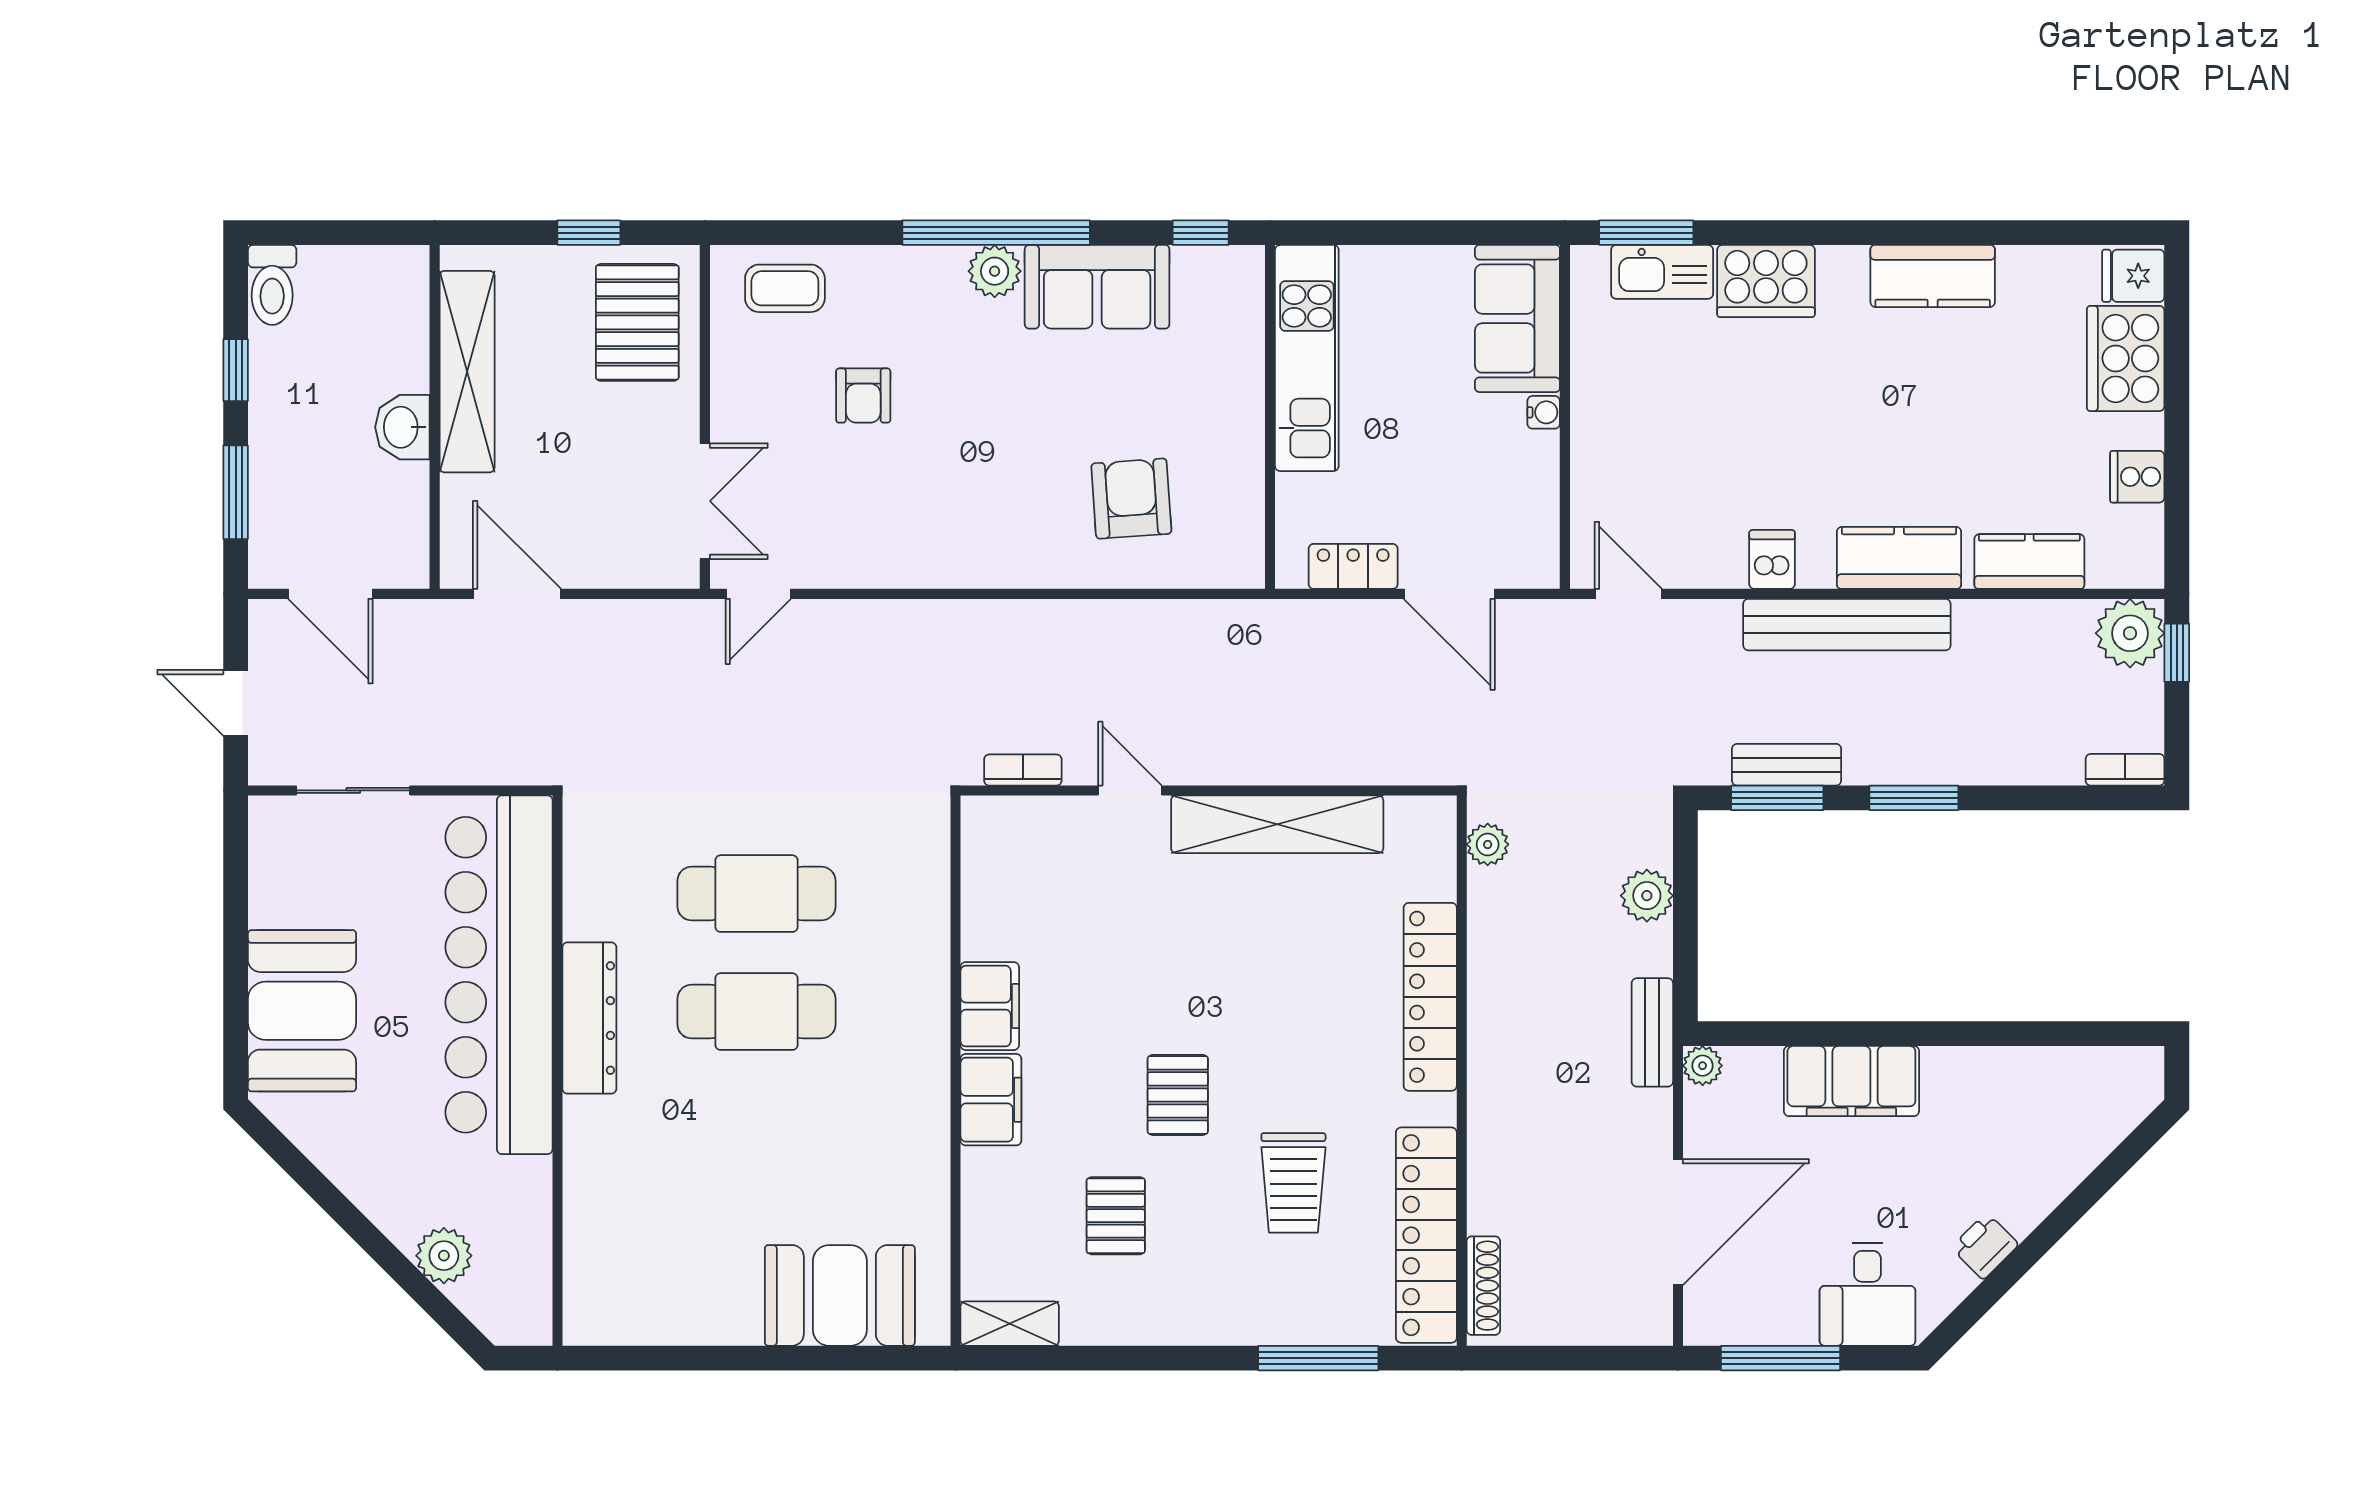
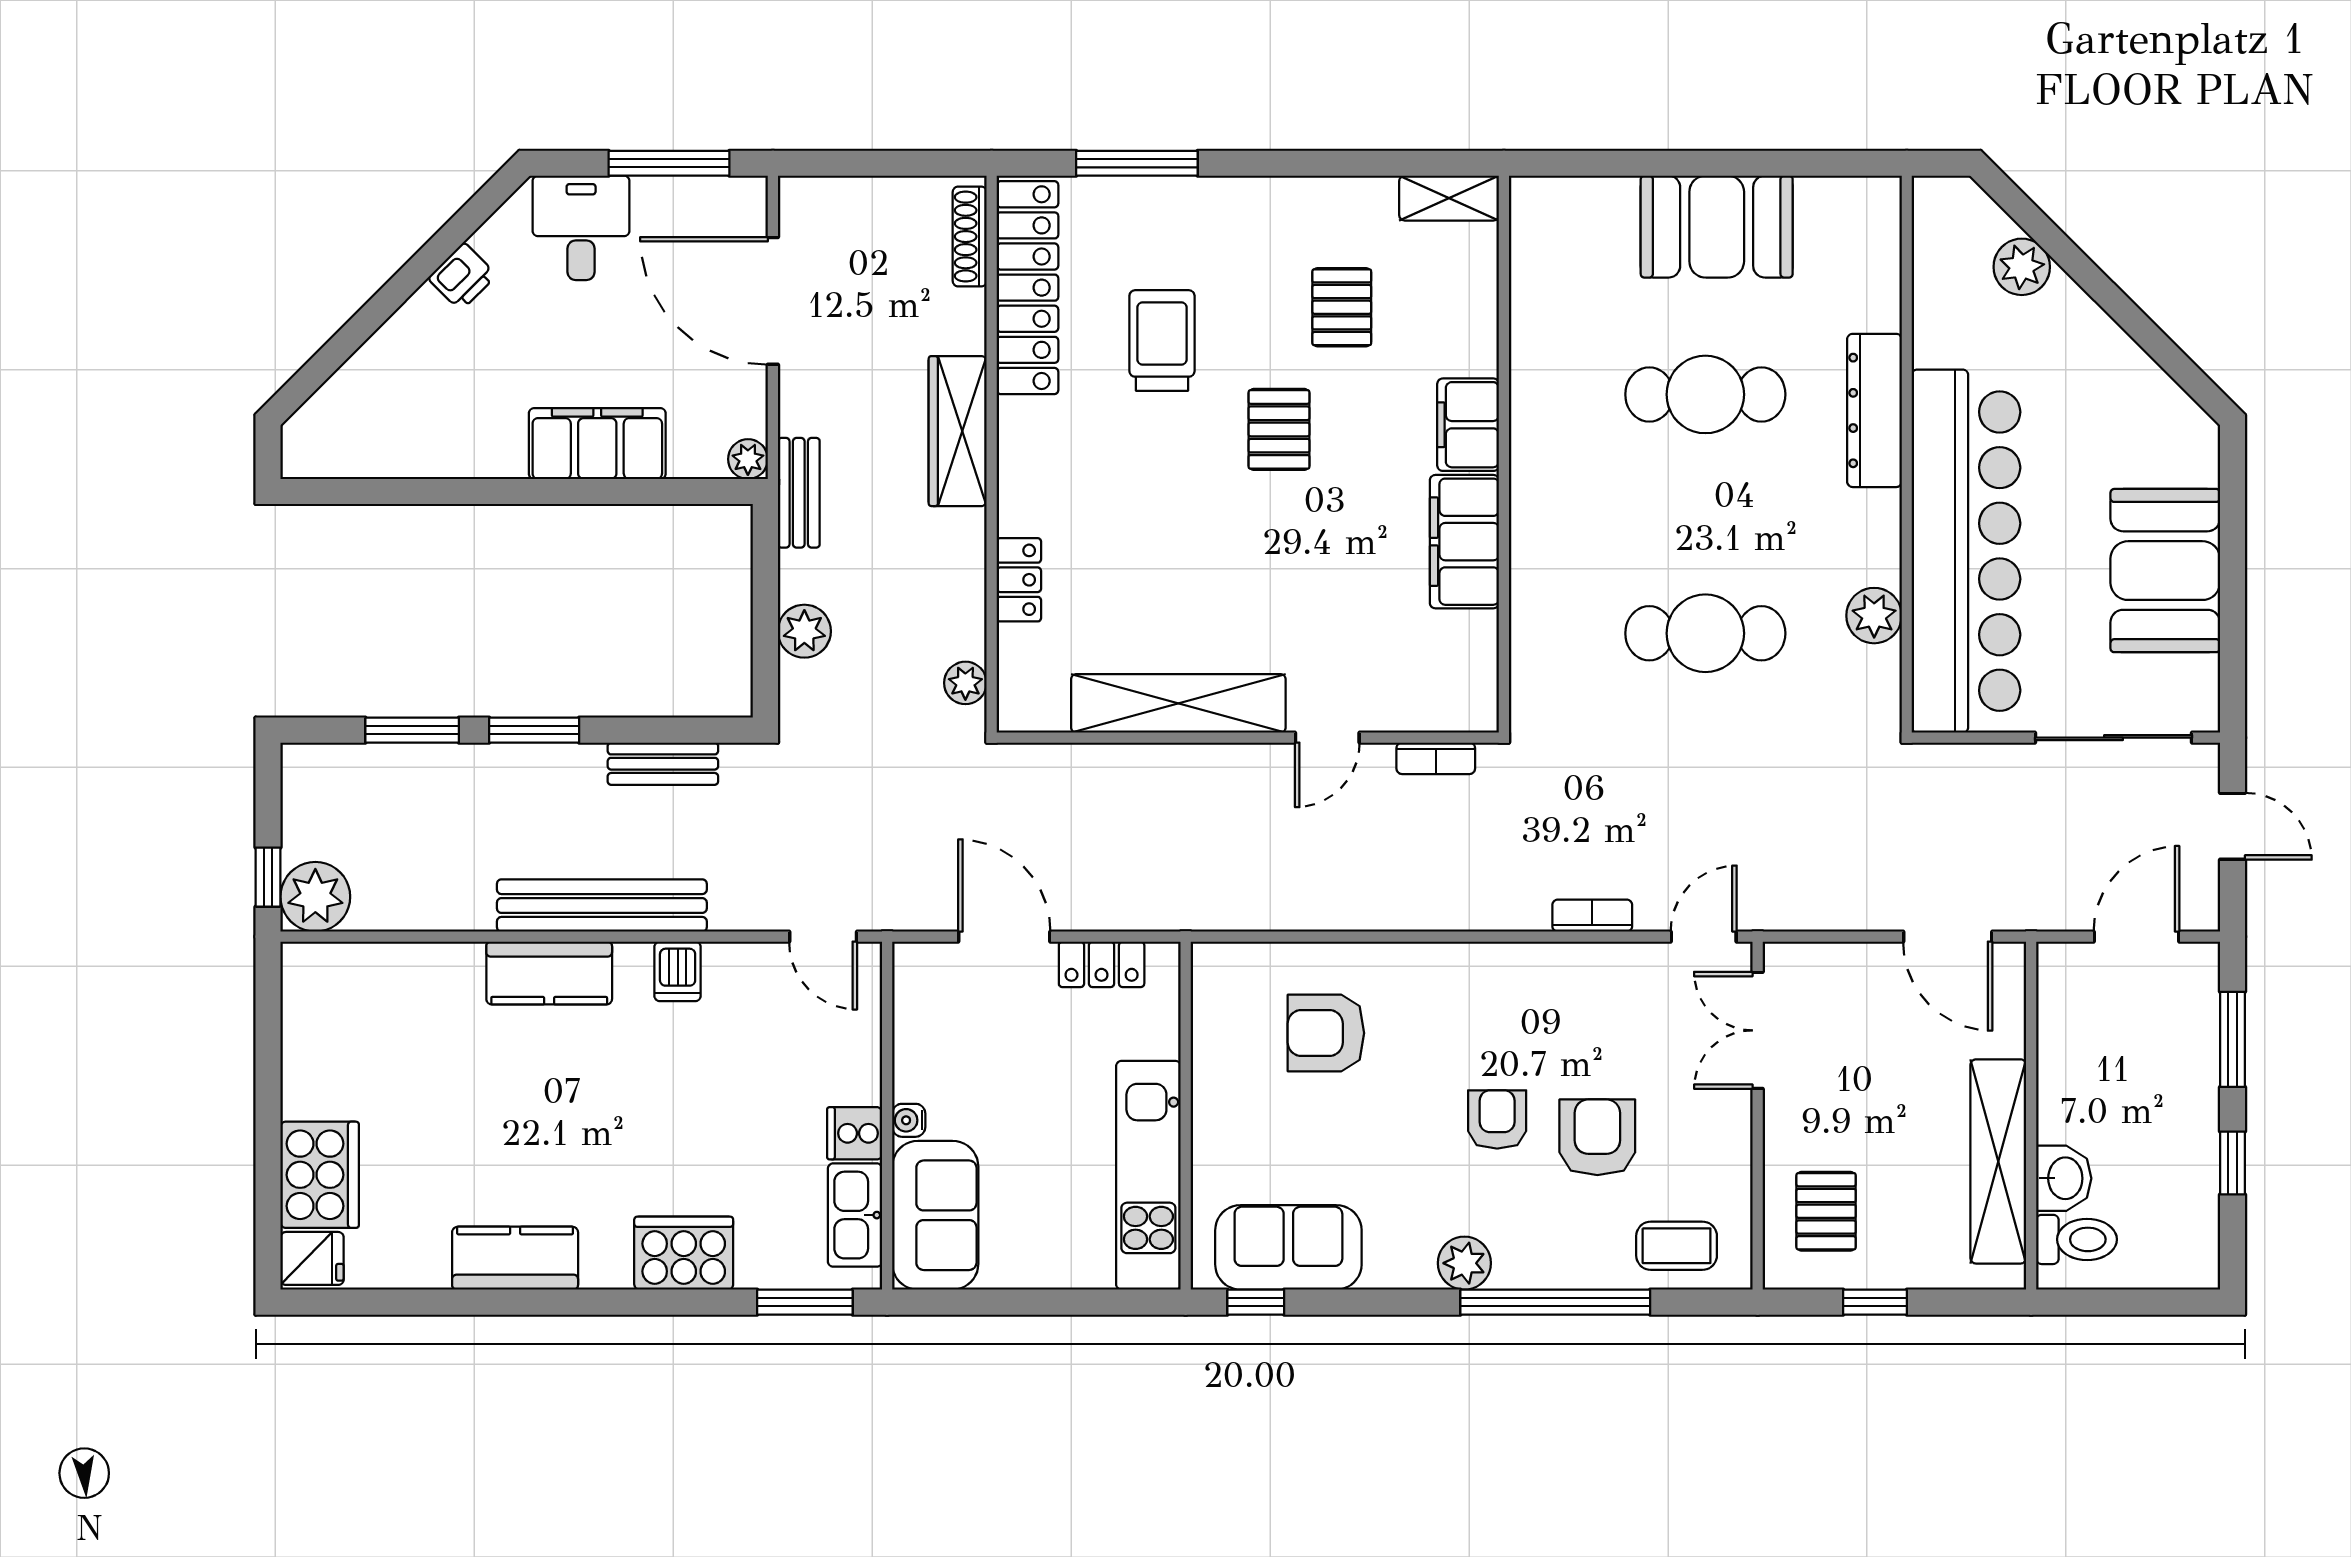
window: (996, 233) -> (1555, 1302), moved
kitchen sink: (1662, 272) -> (855, 1215), moved, turned -90
toilet: (272, 285) -> (2077, 1239), moved, turned 90
sofa: (1097, 287) -> (1288, 1247), moved
pallet: (637, 322) -> (1826, 1211), width x0.67, depth x0.71
armchair: (863, 396) -> (1597, 1137), width x1.38, depth x1.38
armchair: (962, 413) -> (1497, 1119), added
washbasin: (402, 427) -> (2064, 1178), moved
cooker: (2137, 477) -> (855, 1133), moved, turned 180
armchair: (1131, 499) -> (1326, 1033), turned 94
kitchen counter: (2029, 561) -> (417, 969), removed
door: (330, 594) -> (2136, 937), hinge flipped
bookcase: (2125, 770) -> (1592, 916), moved, turned 180
sliding door: (353, 790) -> (2113, 738), width x1.37
door: (1130, 790) -> (1327, 738), hinge flipped
window: (1777, 798) -> (412, 730), moved
plant: (590, 911) -> (1874, 616), added
locker: (1430, 997) -> (1019, 580), width x0.46, depth x0.83
filing cabinet: (990, 1006) -> (1464, 542), width x1.50, depth x1.17
booth: (302, 1011) -> (2165, 571), moved
cafe table: (756, 1012) -> (1705, 394), moved
dresser: (589, 1018) -> (1874, 410), moved
wardrobe: (1495, 1093) -> (958, 431), added
door: (1678, 1222) -> (773, 301), hinge flipped
booth: (840, 1295) -> (1717, 227), moved

